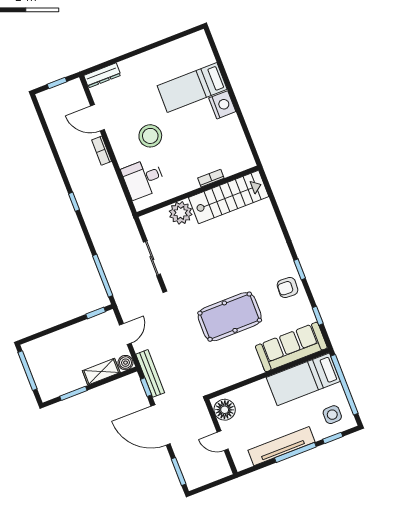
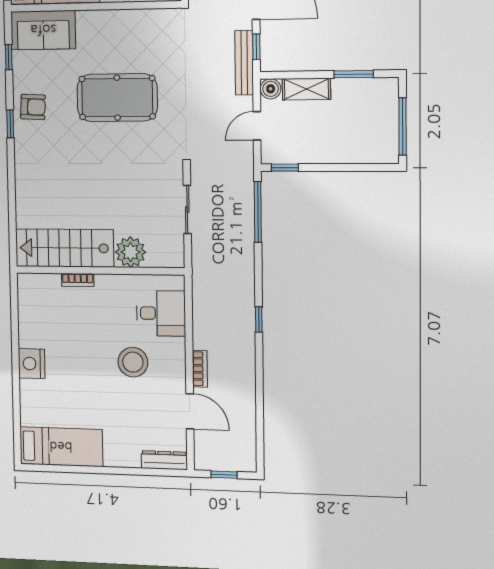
bed: (192, 87) -> (61, 447), moved
sofa: (291, 347) -> (43, 30), width x0.73

